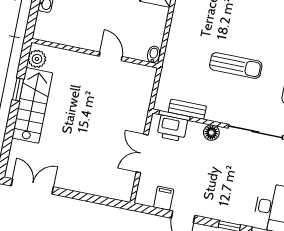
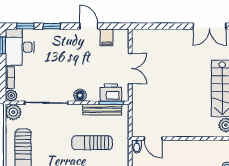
door: (111, 56) -> (153, 138), moved
sun lounger: (236, 65) -> (92, 143), moved
bench: (187, 109) -> (102, 110), width x1.36

